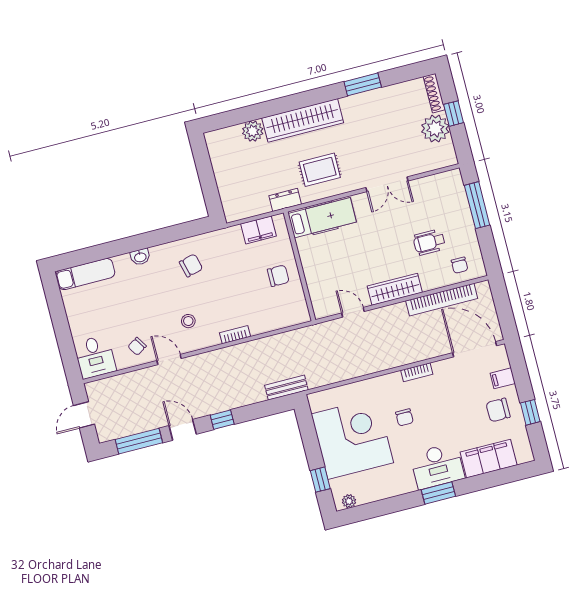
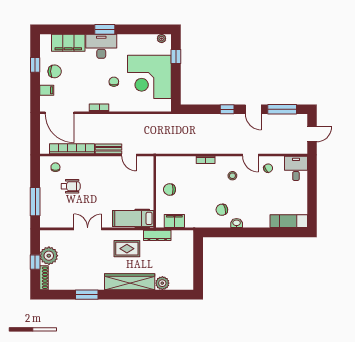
dresser: (285, 200) -> (157, 235), width x1.44
washbasin: (140, 257) -> (237, 223), moved
wardrobe: (395, 289) -> (99, 163), removed
bench: (286, 388) -> (108, 149), moved

